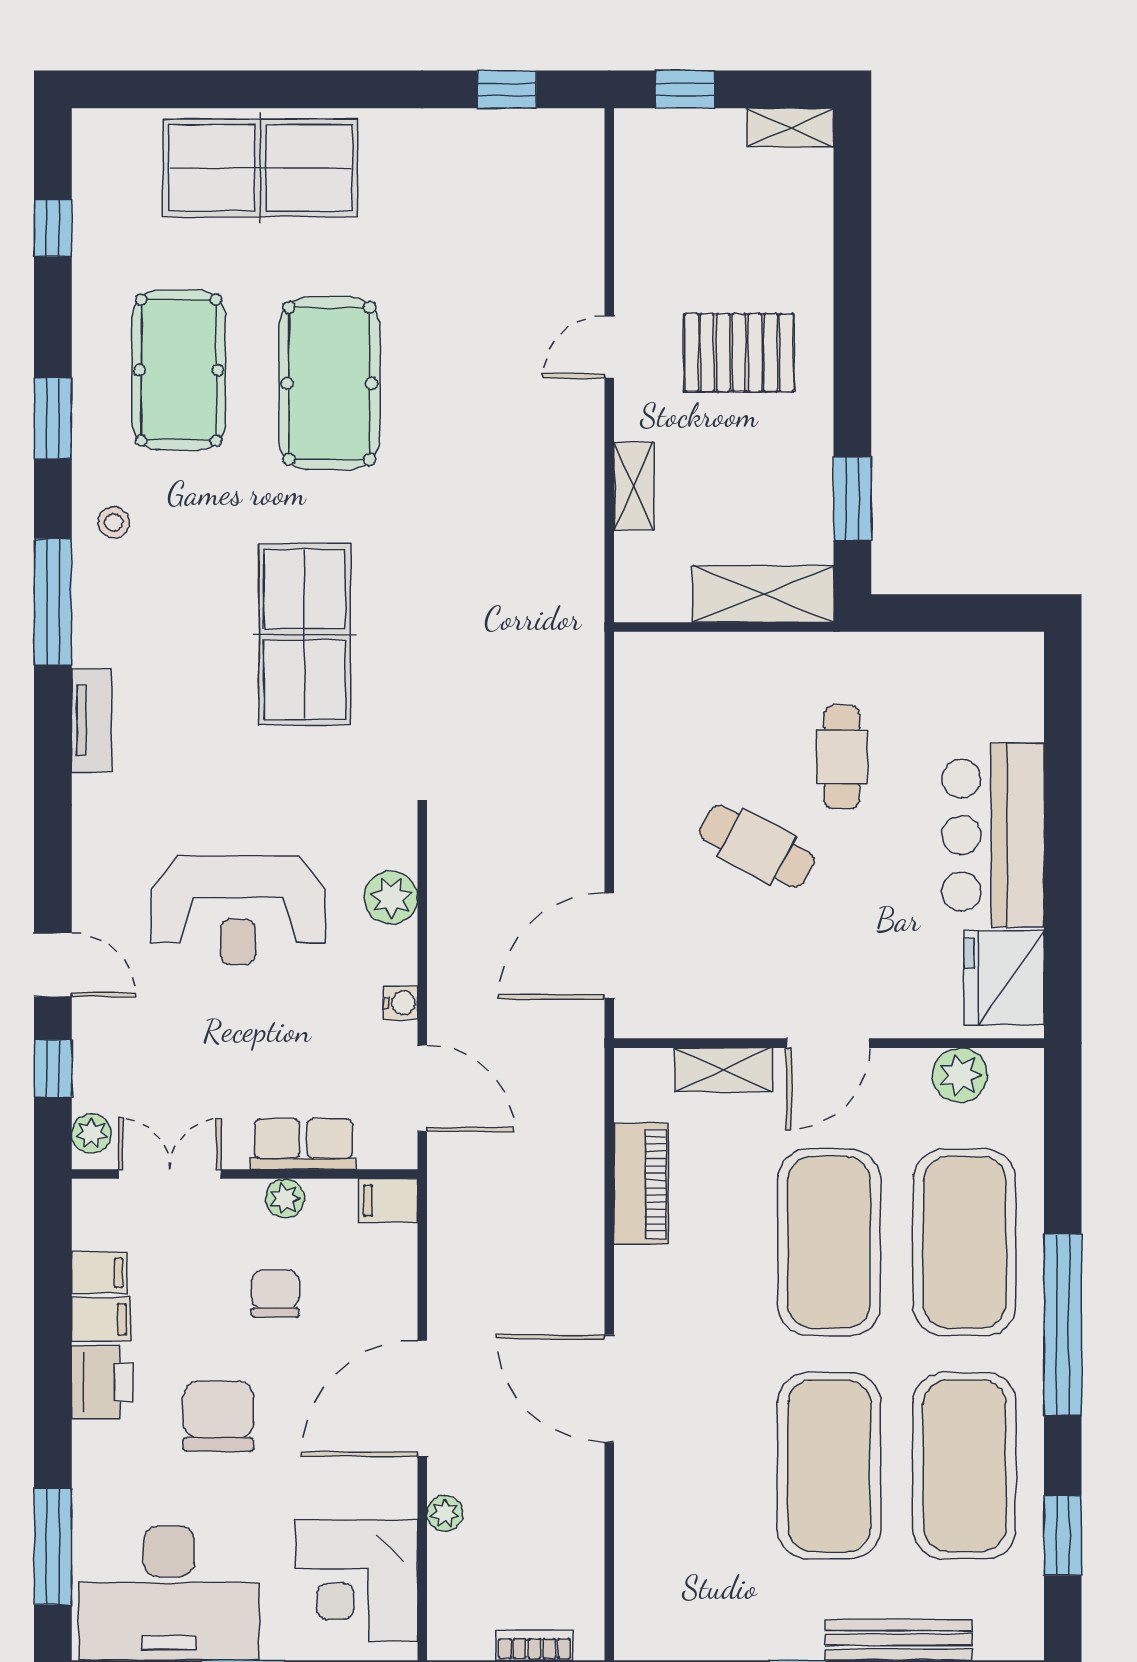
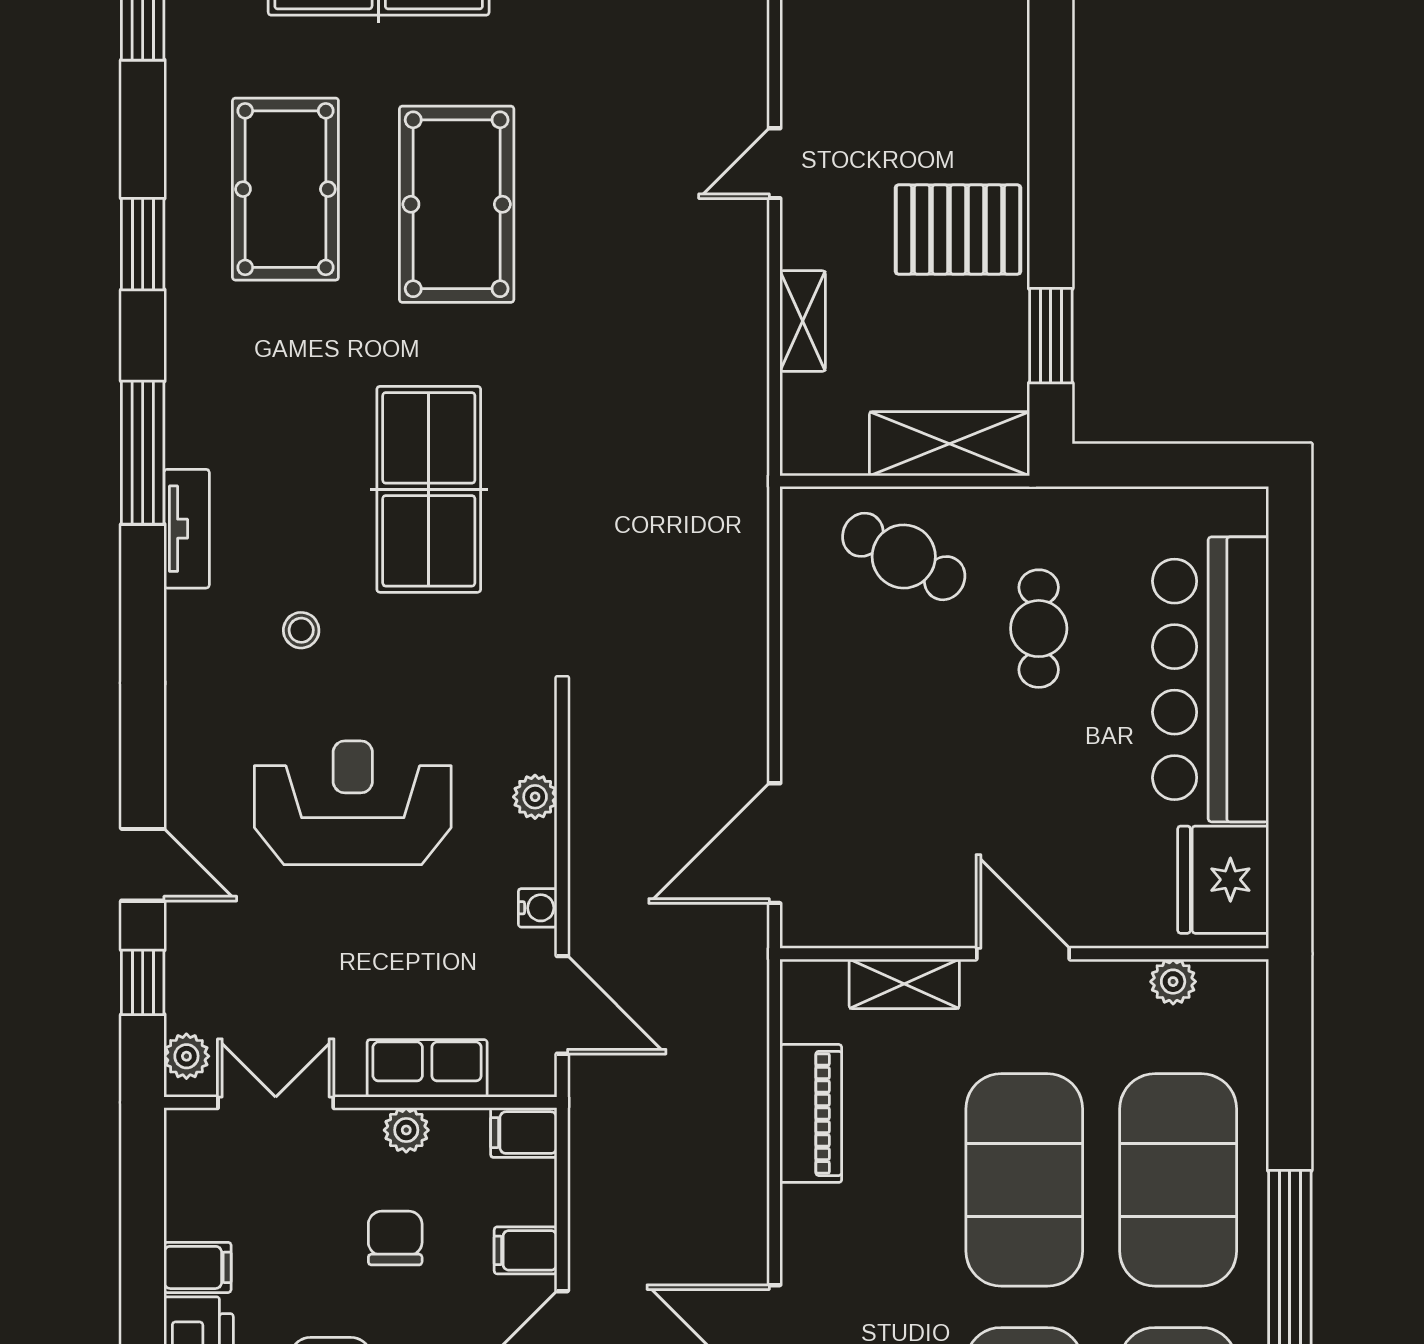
pallet: (739, 353) -> (958, 230), moved
stool: (114, 522) -> (301, 630), moved
tv unit: (92, 720) -> (187, 529), moved
bar counter: (993, 835) -> (1211, 679), width x1.36
cafe table: (757, 846) -> (904, 556), moved
plant: (391, 898) -> (535, 797), width x0.73, depth x0.73
reception desk: (238, 910) -> (353, 803), turned 180
door: (828, 1043) -> (1023, 954), swing flipped
plant: (960, 1075) -> (1173, 982), width x0.73, depth x0.73
filing cabinet: (99, 1273) -> (526, 1250), moved, turned 180

